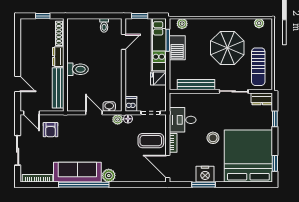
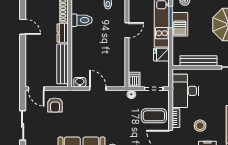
door: (124, 42) -> (127, 30), moved
toilet: (78, 69) -> (82, 20), moved
door: (18, 84) -> (23, 27), moved
washbasin: (109, 106) -> (80, 82), moved
plant: (118, 119) -> (121, 95), removed
desk: (183, 120) -> (185, 91), width x1.37
stool: (213, 138) -> (200, 126), moved

